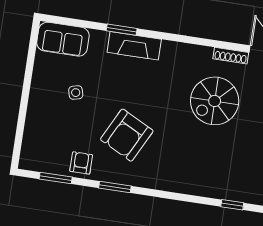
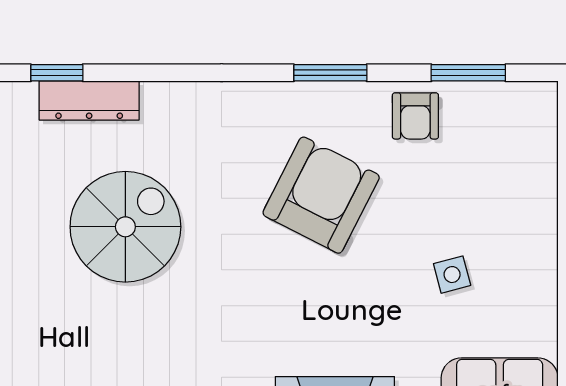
spiral stairs: (215, 101) -> (125, 227), moved
dresser: (220, 191) -> (89, 100), added

